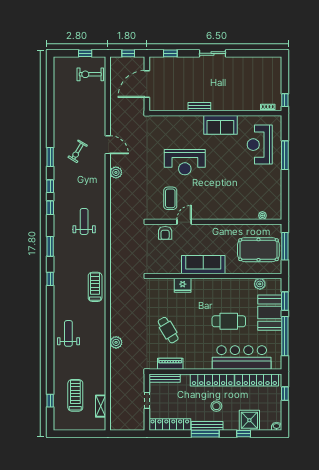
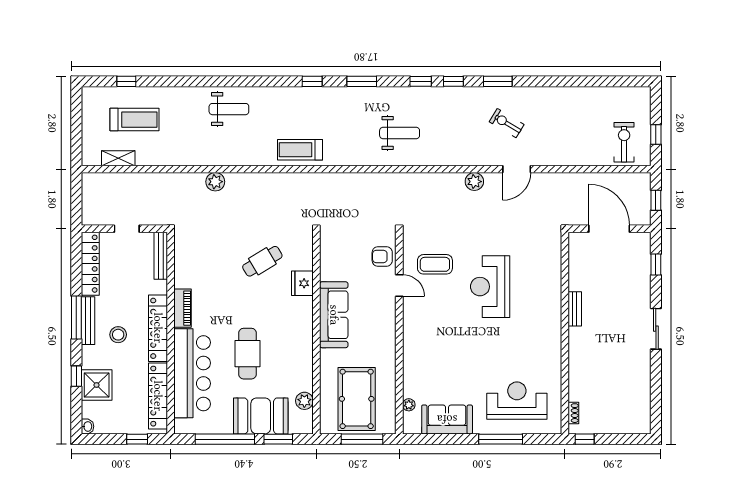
sofa: (220, 125) -> (447, 419), moved, turned 90
treadmill: (95, 287) -> (300, 150), turned 180
cafe table: (168, 330) -> (262, 261), moved
piano: (170, 364) -> (183, 308), moved

